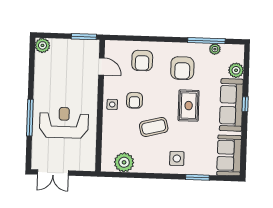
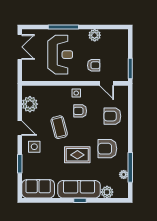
plant: (42, 45) -> (95, 35), moved
door: (101, 66) -> (107, 83), hinge flipped
armchair: (79, 82) -> (94, 65), added
double door: (53, 173) -> (20, 47), swing flipped
door: (153, 176) -> (20, 128), added

